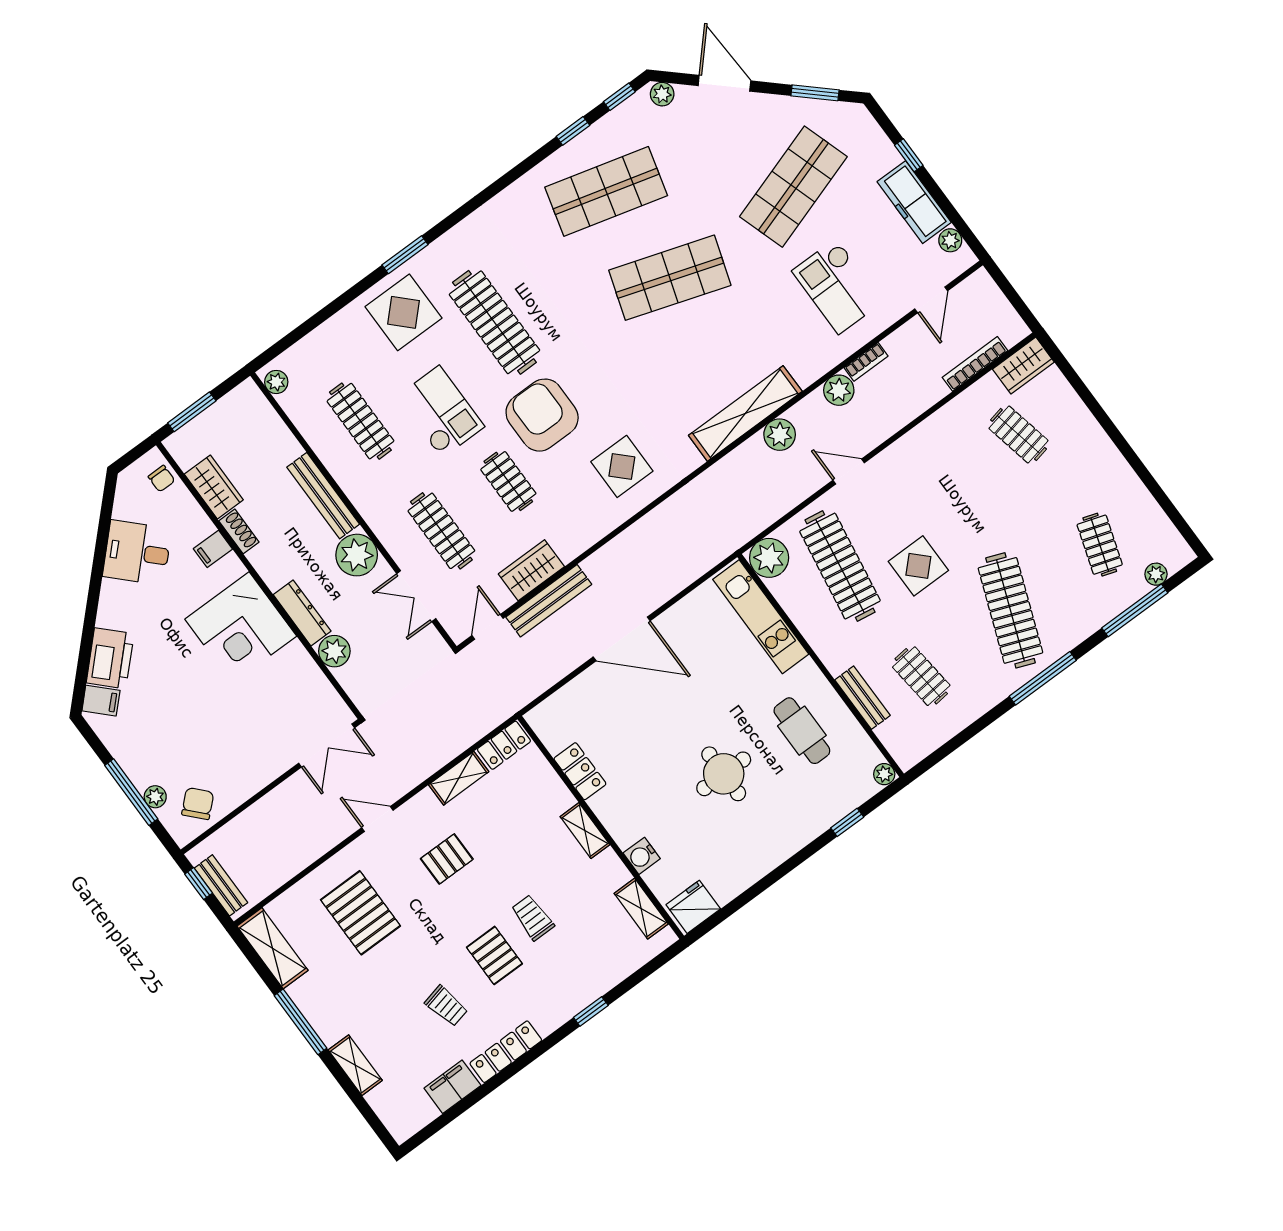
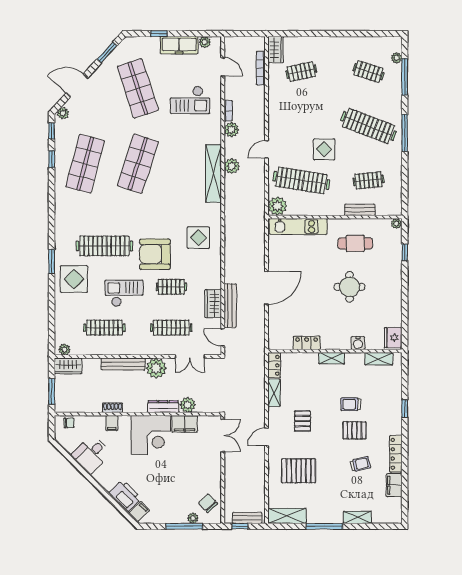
wardrobe: (214, 487) -> (68, 366), moved, turned 180
filing cabinet: (300, 669) -> (185, 424), added

